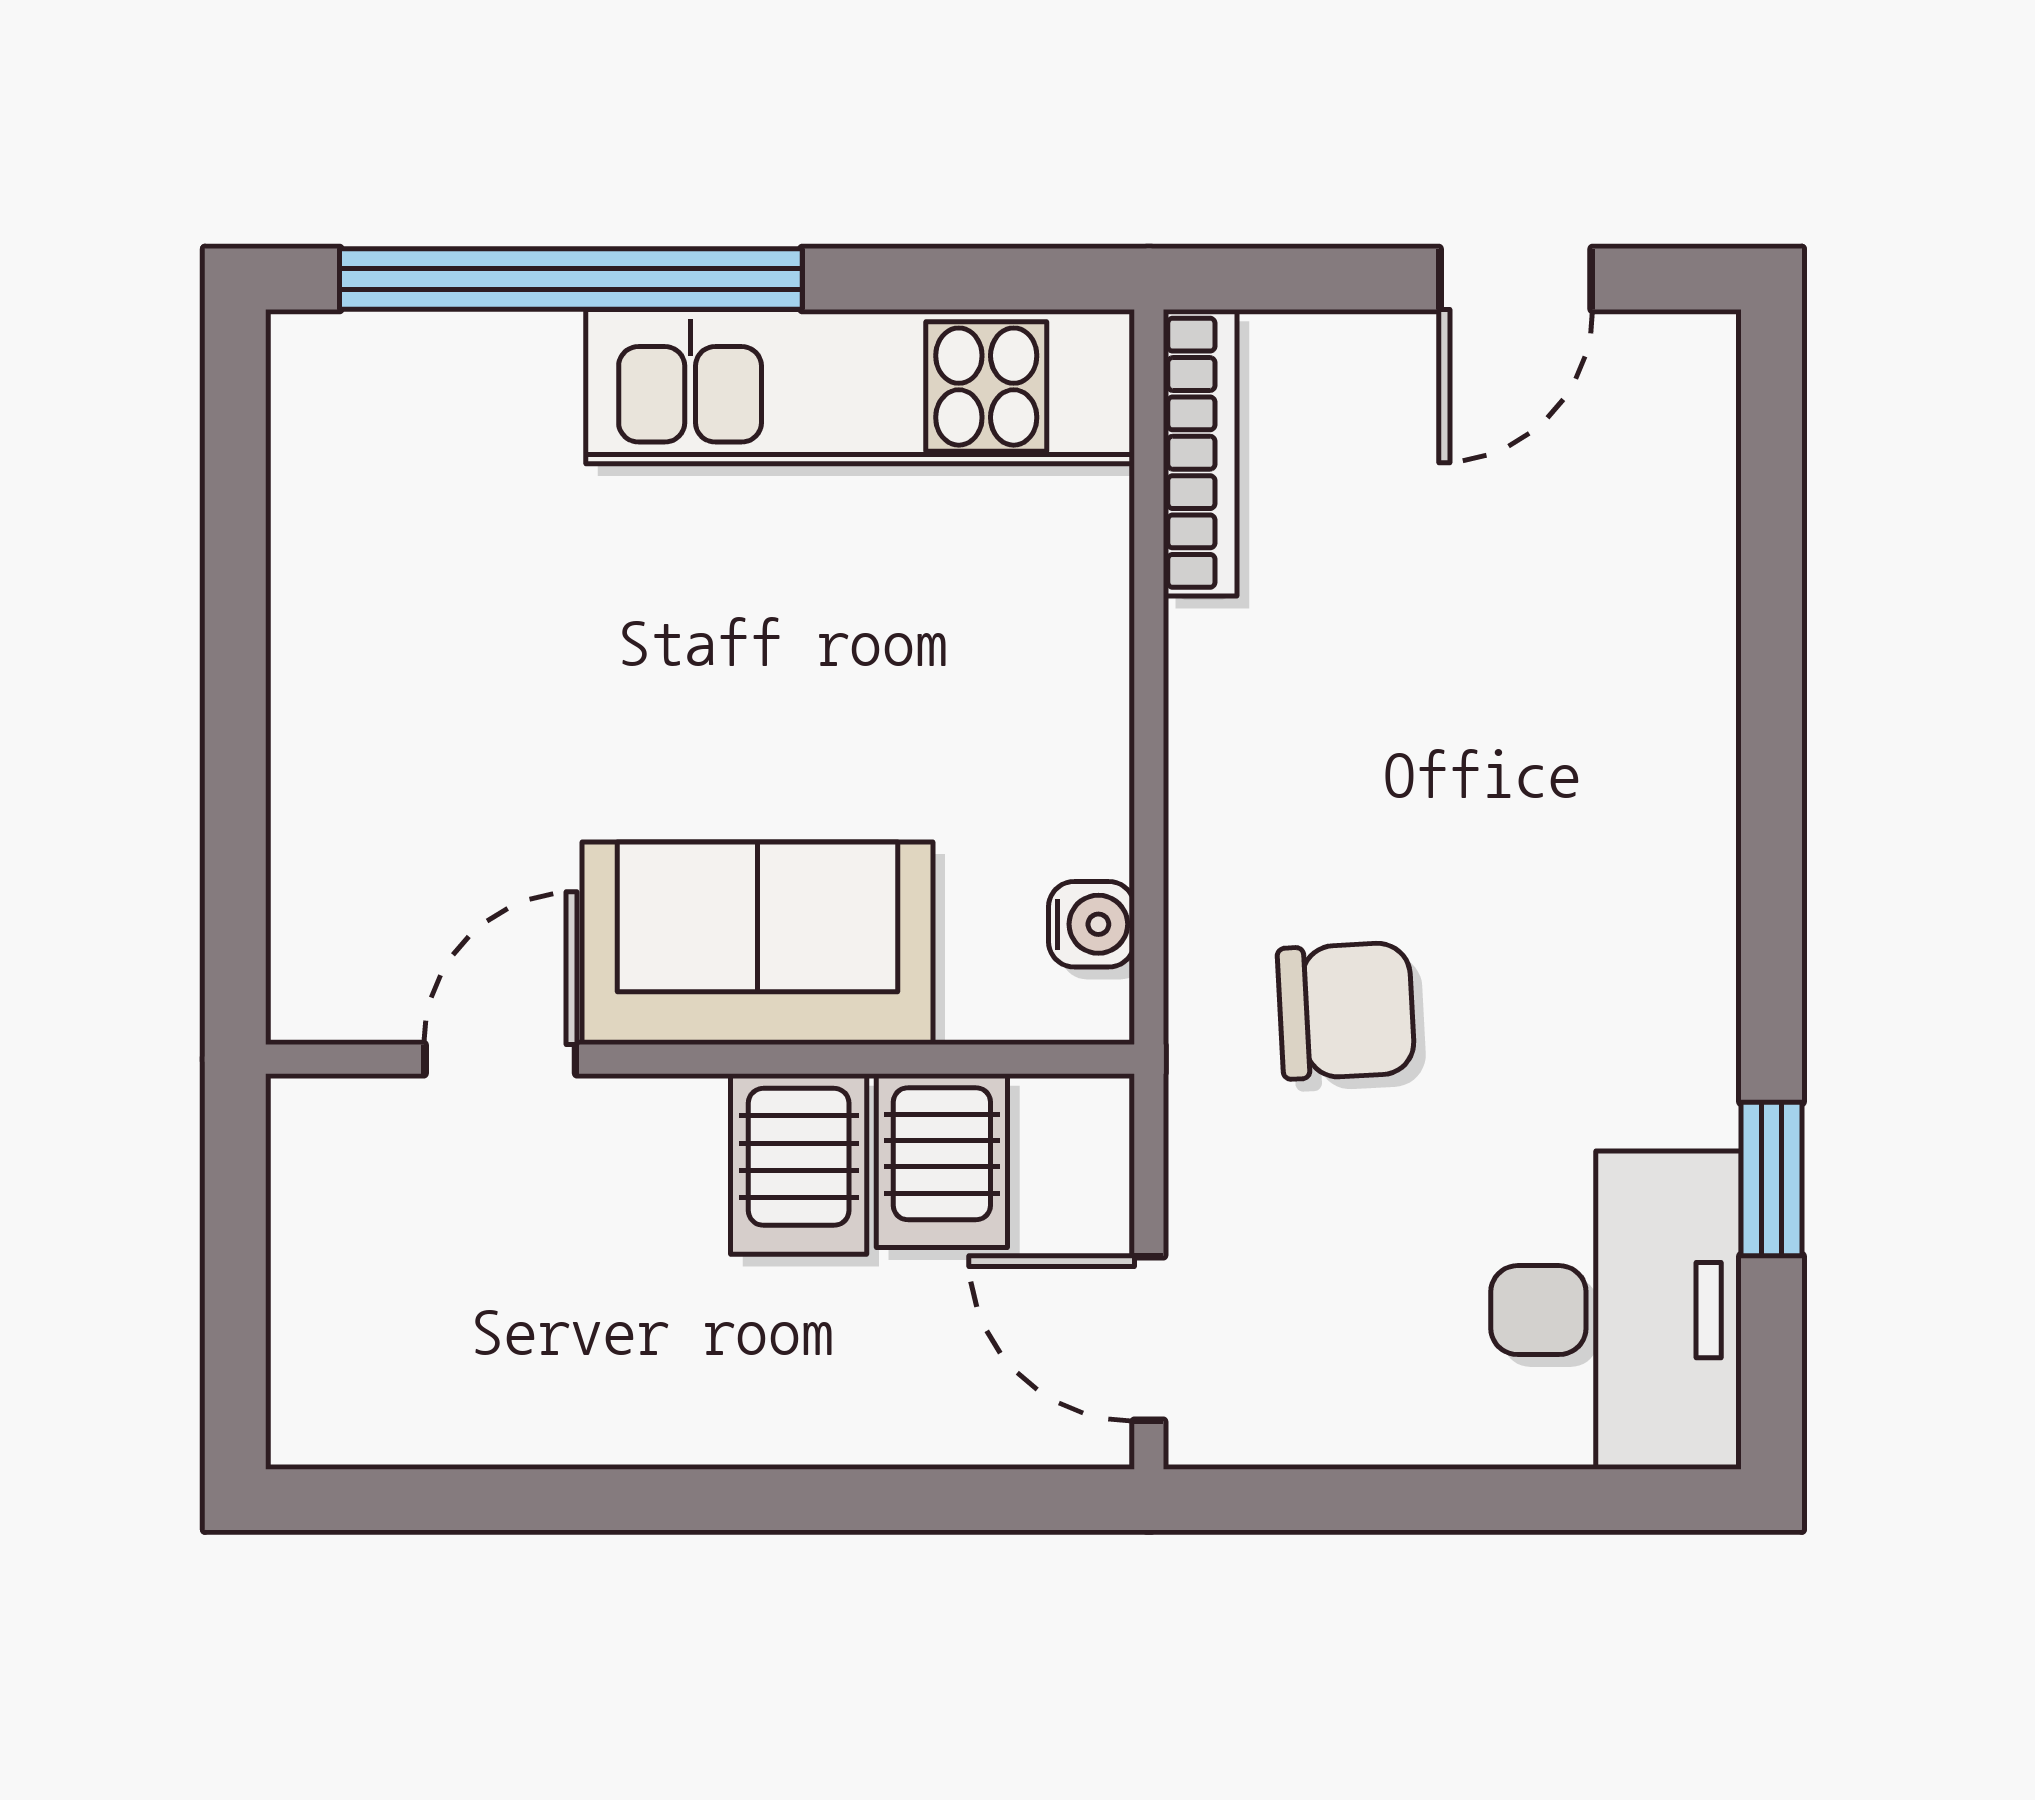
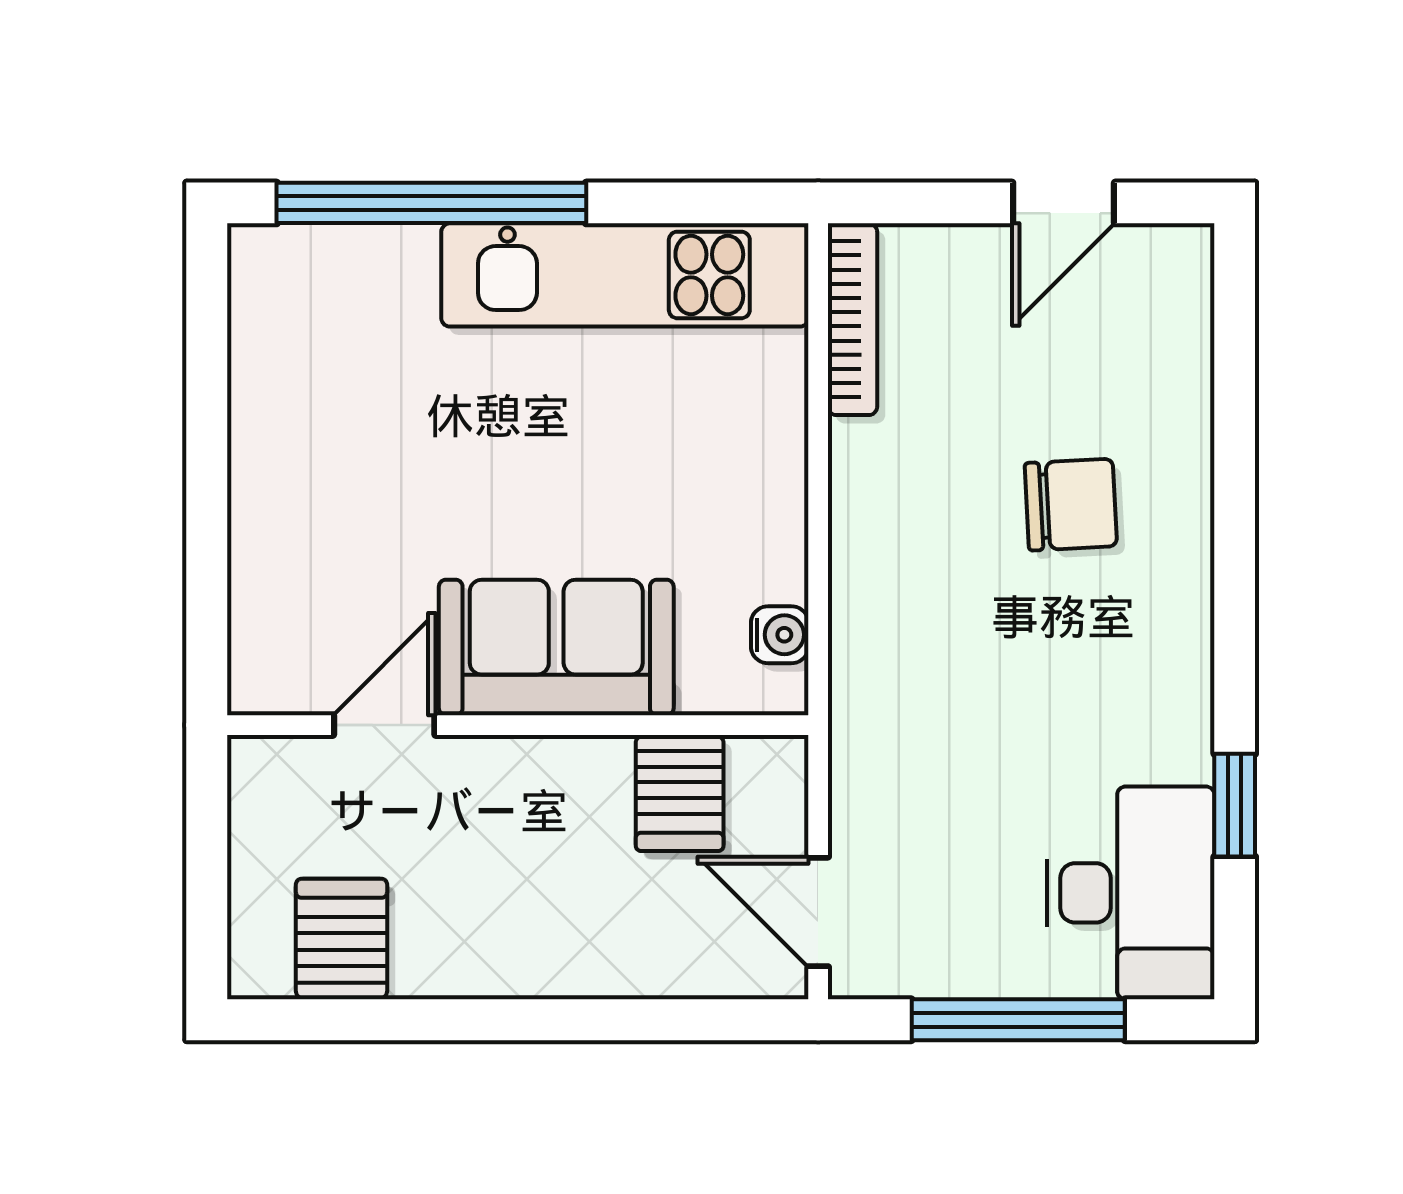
chair: (1346, 1011) -> (1071, 505), moved
server rack: (799, 1164) -> (342, 939), moved, turned 180
window: (1448, 1500) -> (1018, 1020), added

